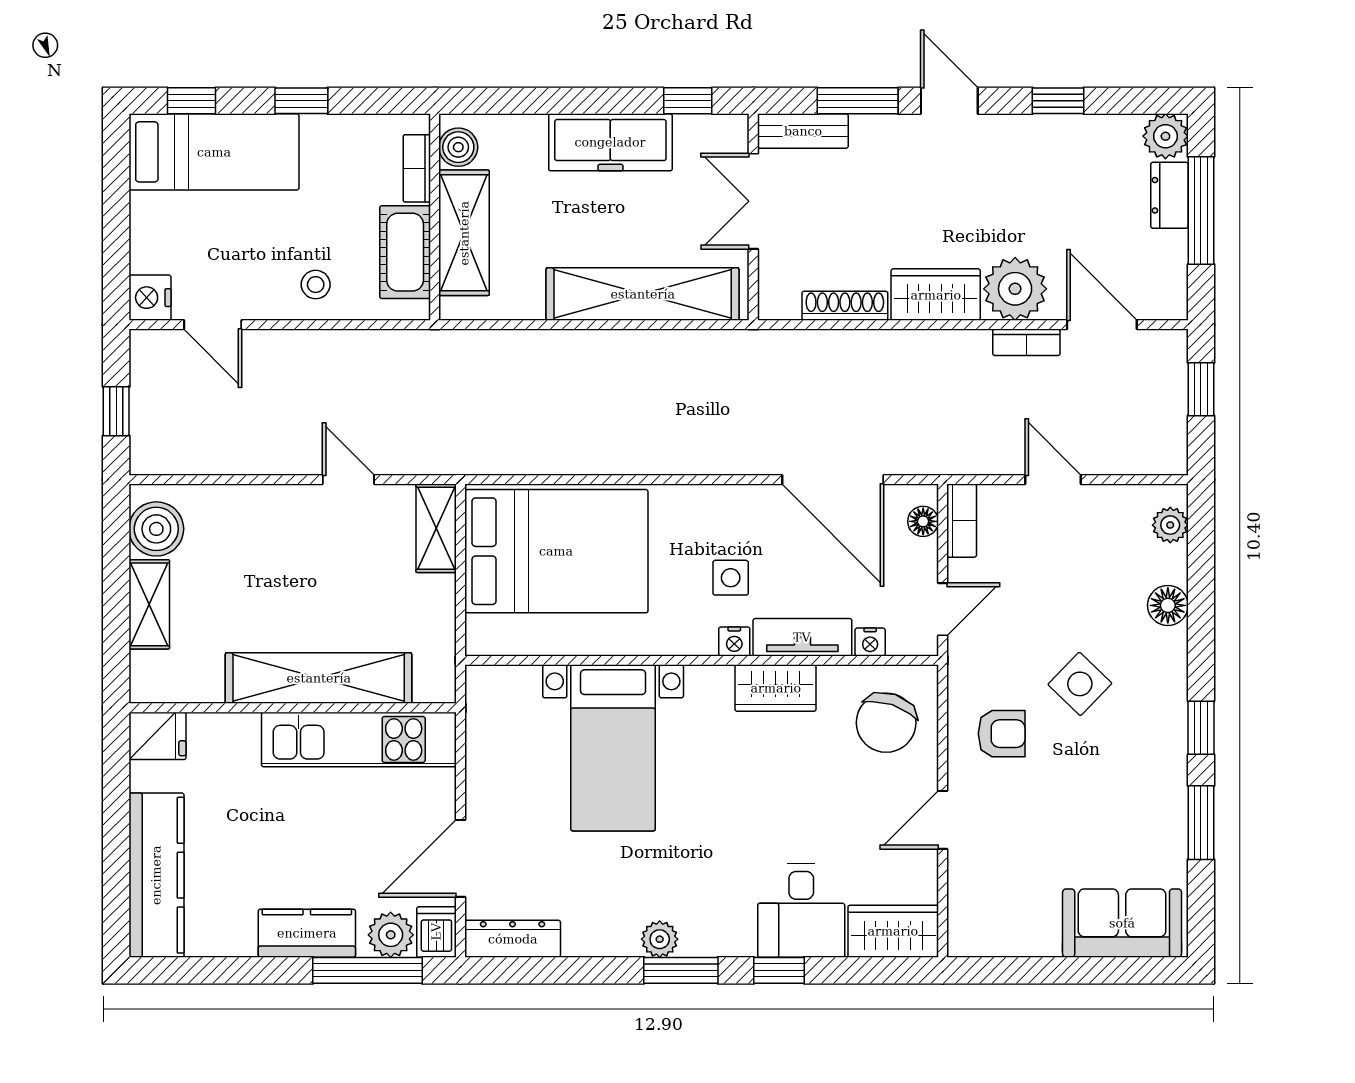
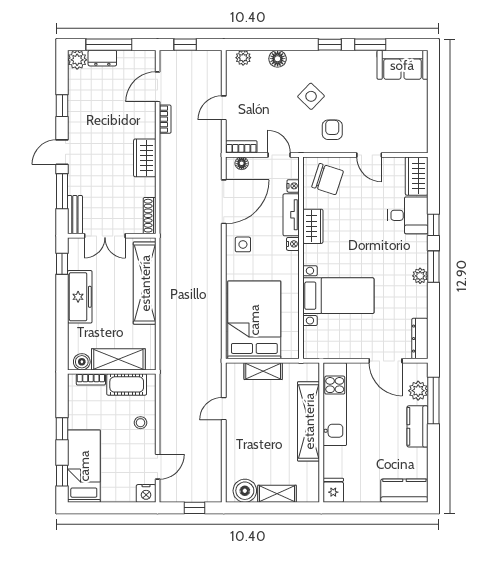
plant: (1015, 289) -> (142, 124), removed
shoe rack: (845, 306) -> (150, 216), moved
shelving: (436, 528) -> (263, 371), moved
side table: (731, 578) -> (243, 244), moved
kitchen counter: (156, 875) -> (404, 491), width x0.67
sofa: (1122, 923) -> (402, 65), moved, turned -90
dishwasher: (436, 932) -> (417, 371), removed

